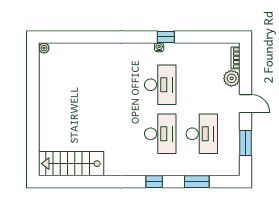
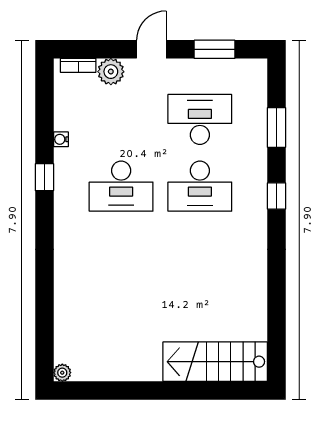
water cooler: (159, 47) -> (61, 139), moved
desk: (160, 85) -> (121, 186), turned 180
desk: (160, 134) -> (200, 186), turned 180
stairs: (71, 164) -> (215, 362), moved, turned 90

